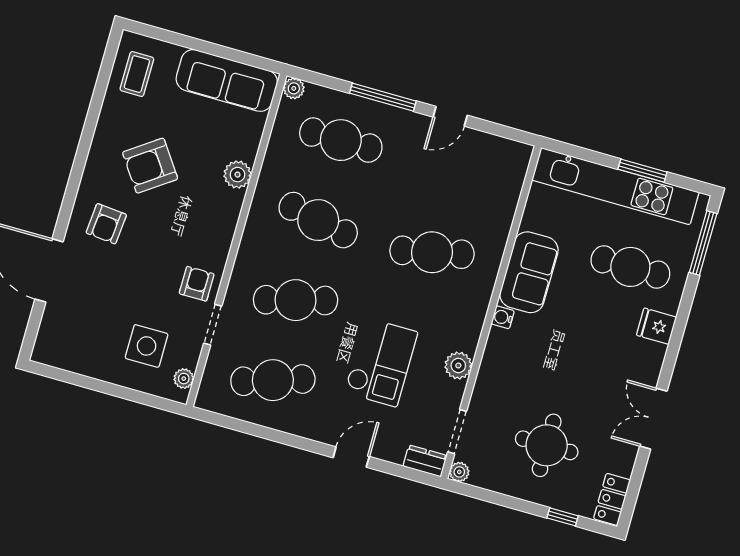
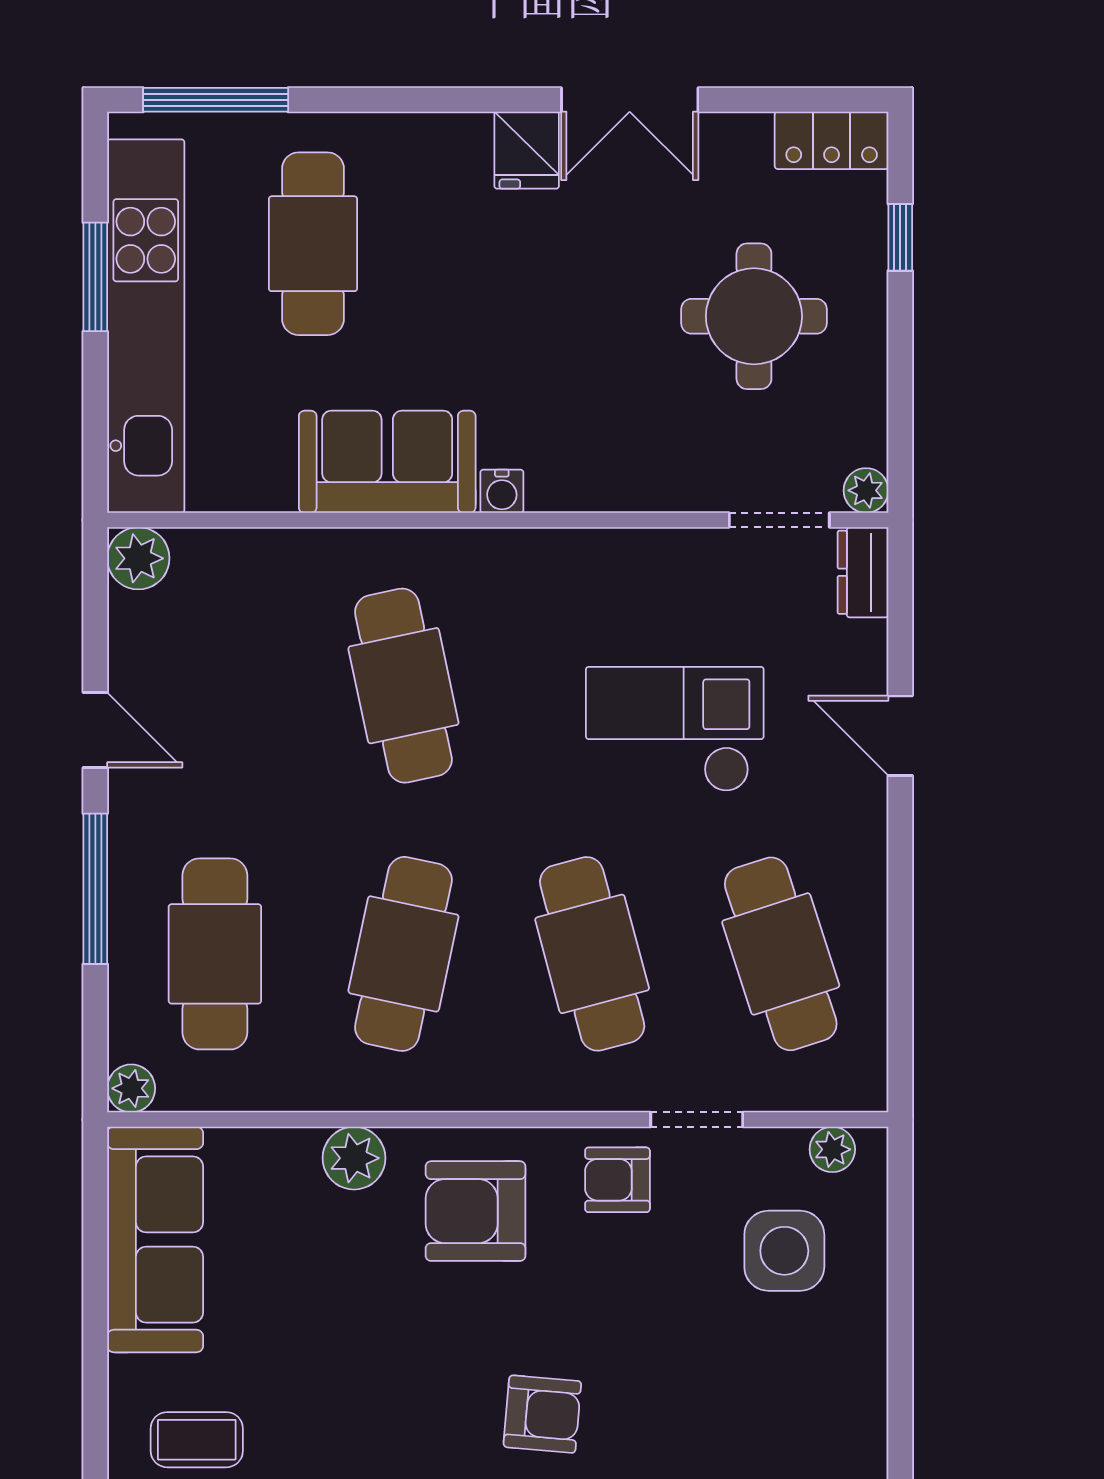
armchair: (150, 166) -> (476, 1211), moved, turned 125
fridge: (656, 326) -> (527, 150), moved
plant: (458, 366) -> (138, 558), moved

